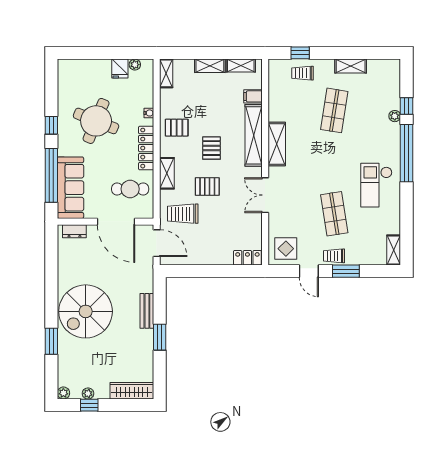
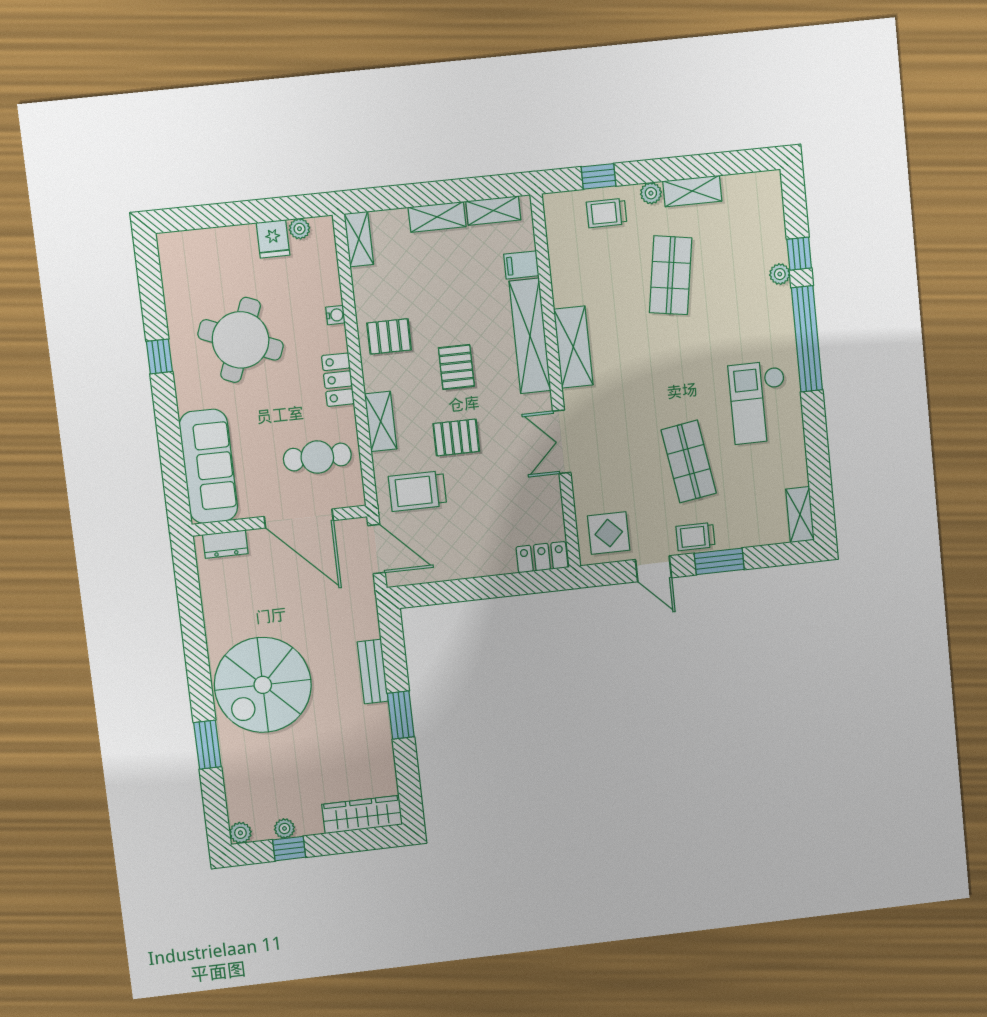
plant: (328, 65) -> (651, 193), added
locker: (146, 148) -> (338, 380), width x0.66
window: (51, 175) -> (171, 448), removed

